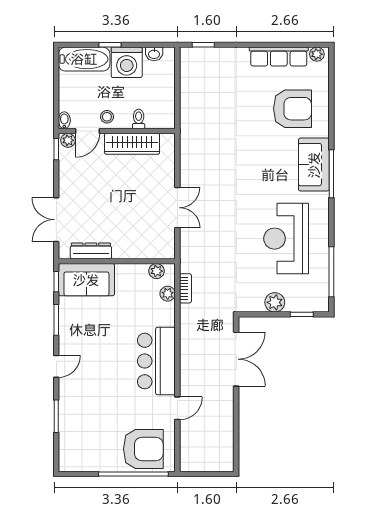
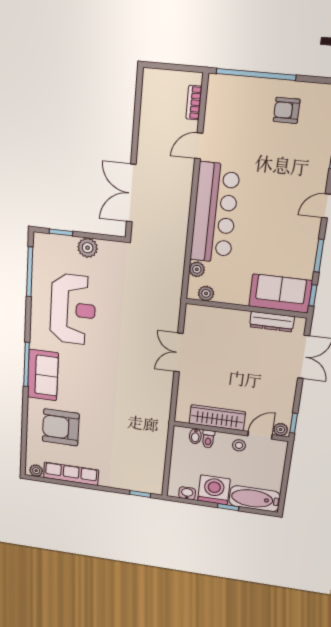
bidet: (64, 120) -> (195, 436), moved
bookcase: (185, 288) -> (194, 103), moved
bar counter: (156, 361) -> (215, 213), width x1.36
armchair: (143, 449) -> (287, 110), moved, width x0.53, depth x0.53

